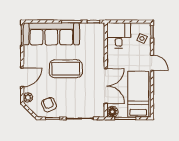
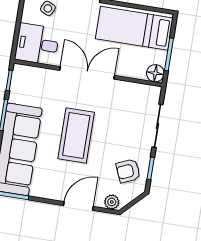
door: (22, 77) -> (78, 206), hinge flipped
double door: (106, 86) -> (87, 73), moved

